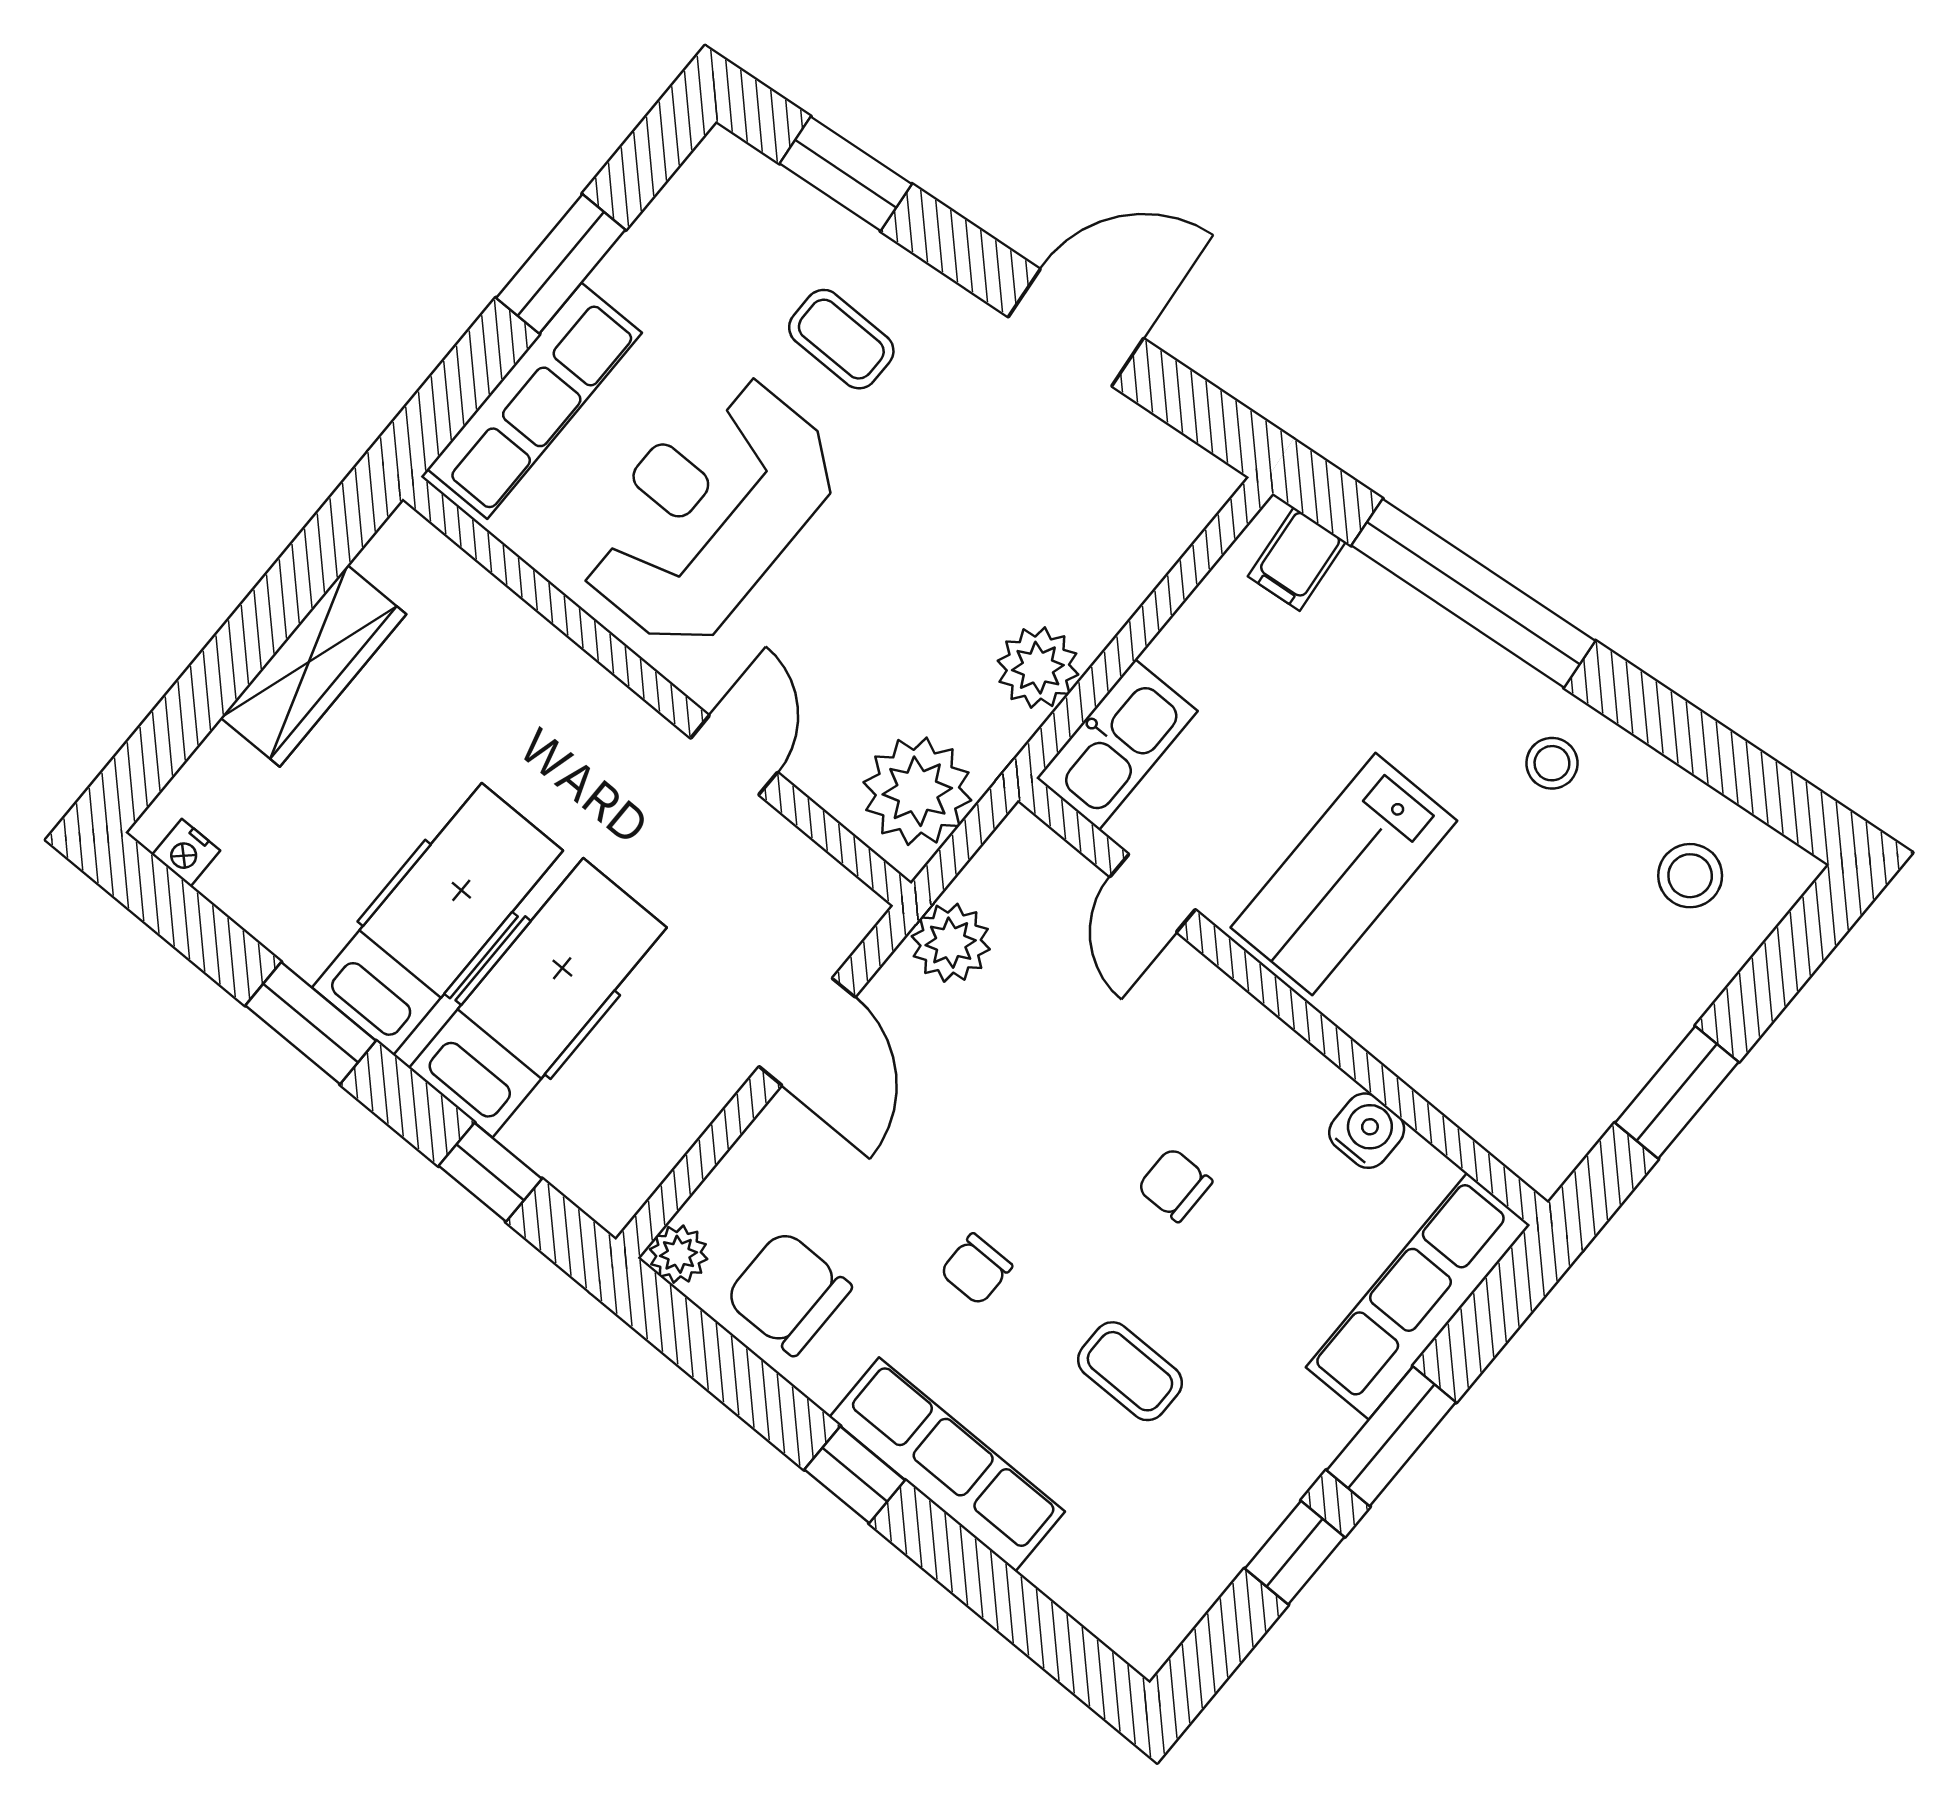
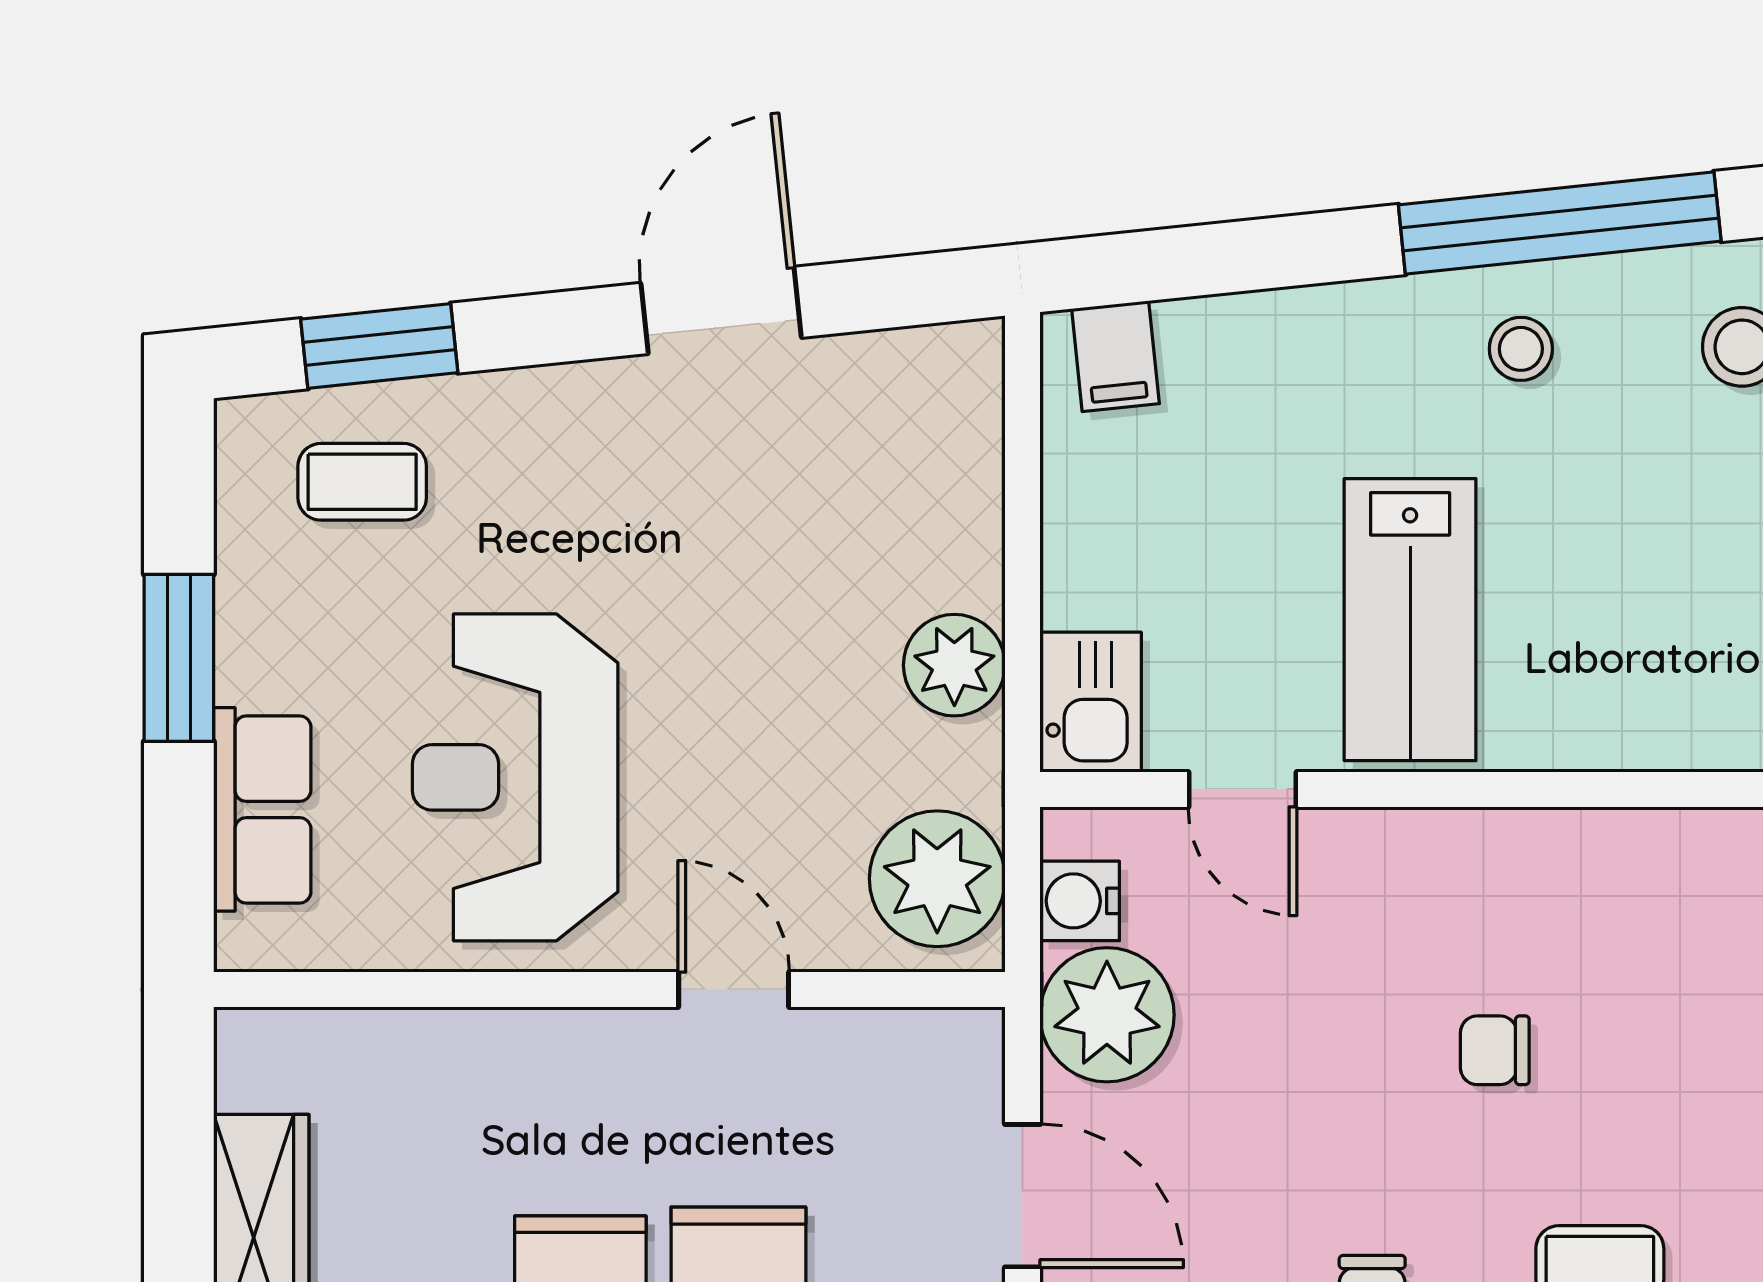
coffee table: (841, 339) -> (362, 482), moved
row of seats: (534, 401) -> (262, 809), width x0.68
window: (1473, 593) -> (1560, 223), moved
kitchen sink: (1117, 744) -> (1091, 702), width x0.73
plant: (951, 943) -> (1107, 1015), width x1.36, depth x1.36
water cooler: (1367, 1131) -> (1080, 901), moved, turned -90

